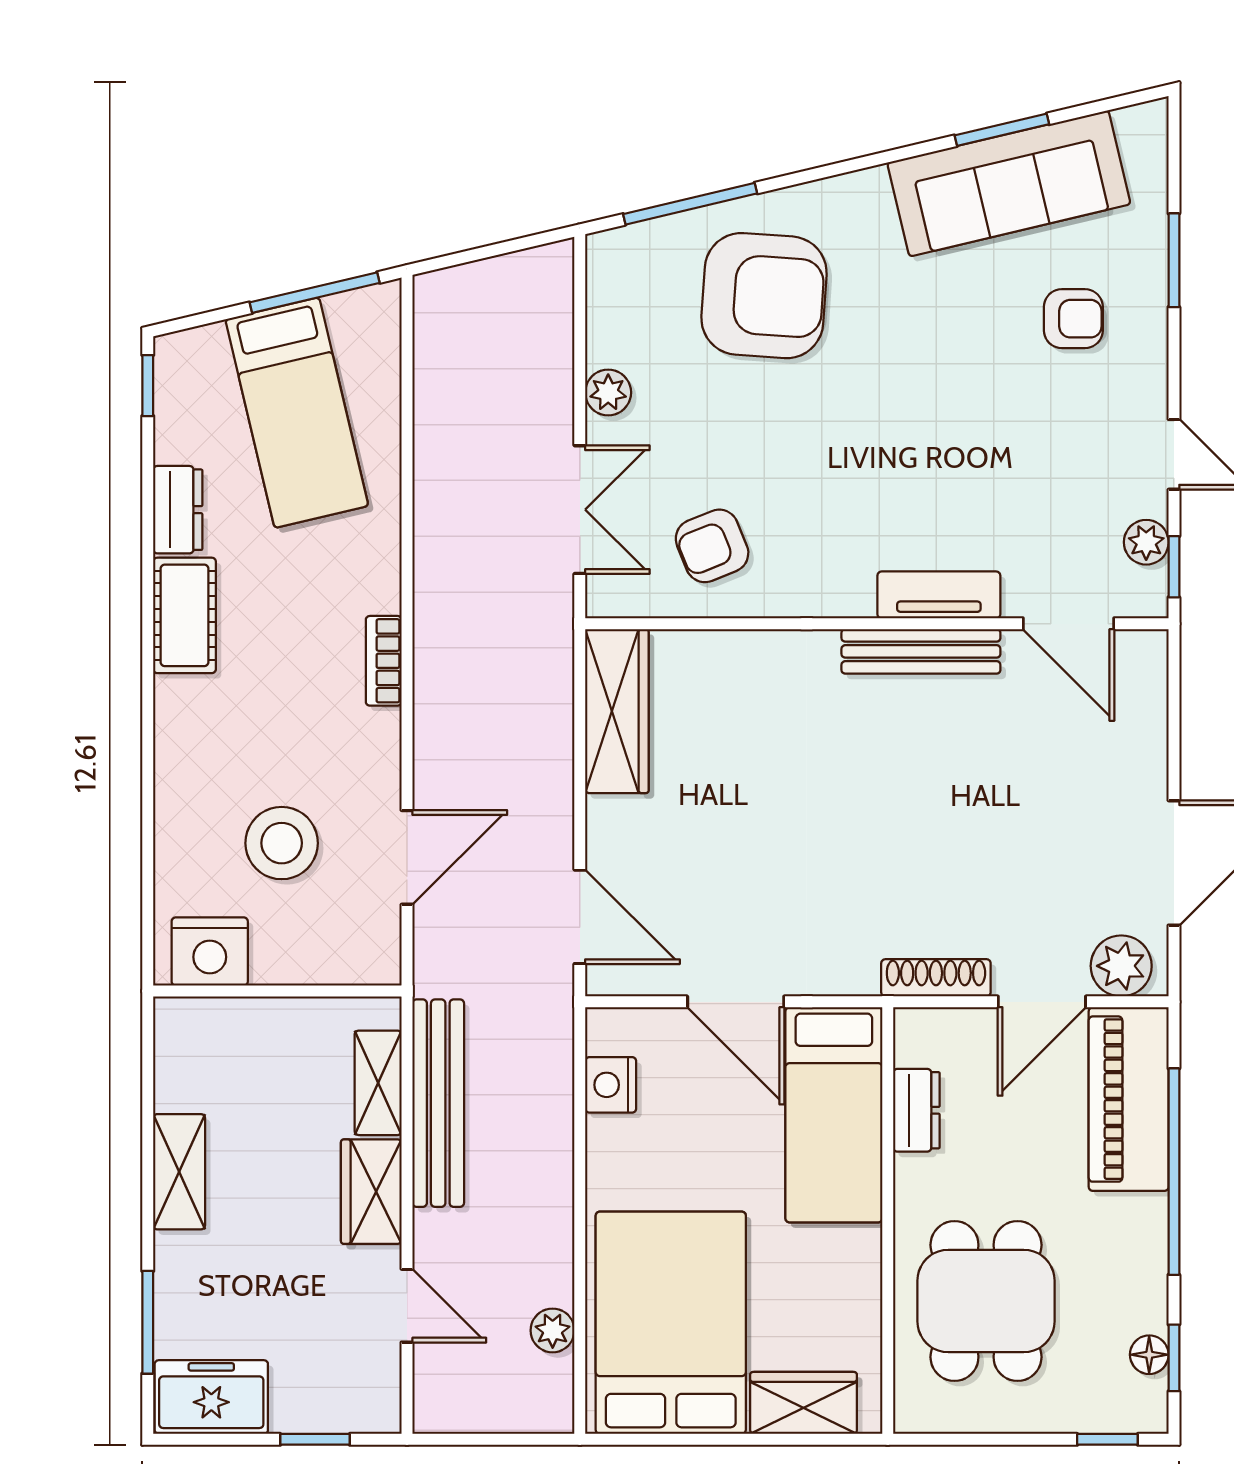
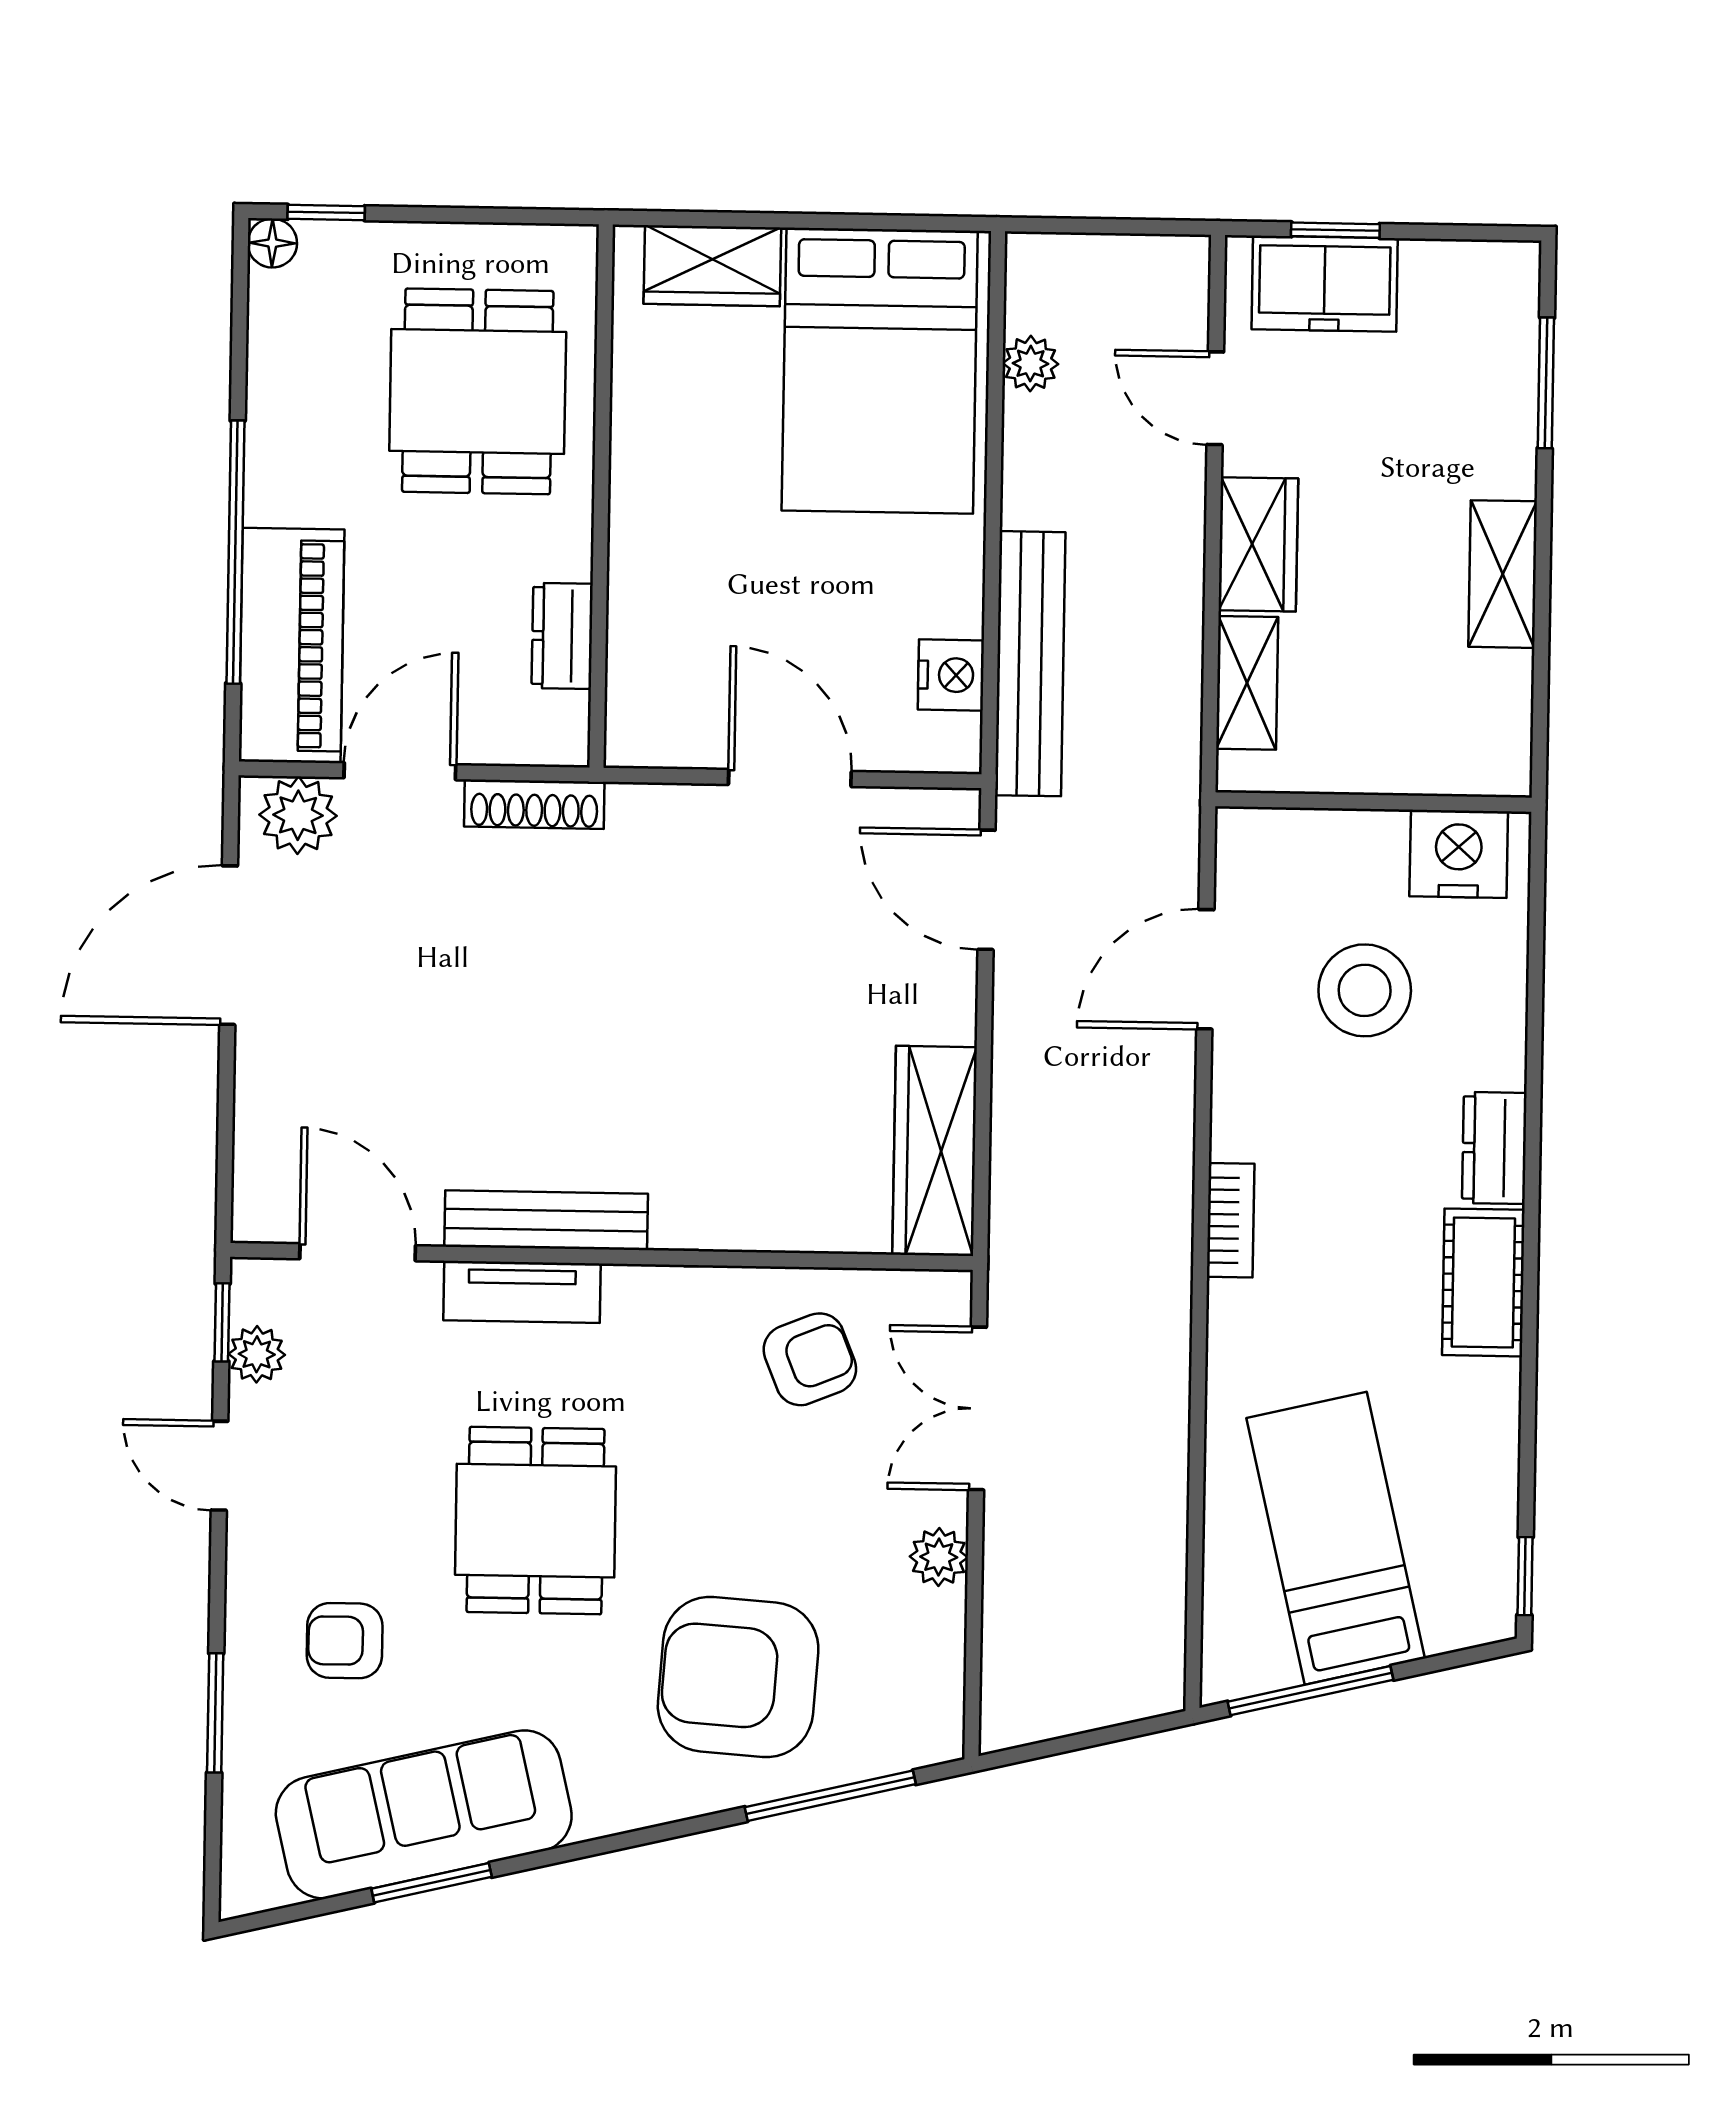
dining table: (925, 416) -> (535, 1521), added
dresser: (178, 510) -> (1494, 1148), moved
bench: (438, 1103) -> (1030, 664), moved
bed: (834, 1115) -> (667, 632), removed
floor lamp: (1149, 1355) -> (272, 243), moved
window: (1174, 1358) -> (240, 315), removed
freezer: (211, 1397) -> (1325, 284), moved

